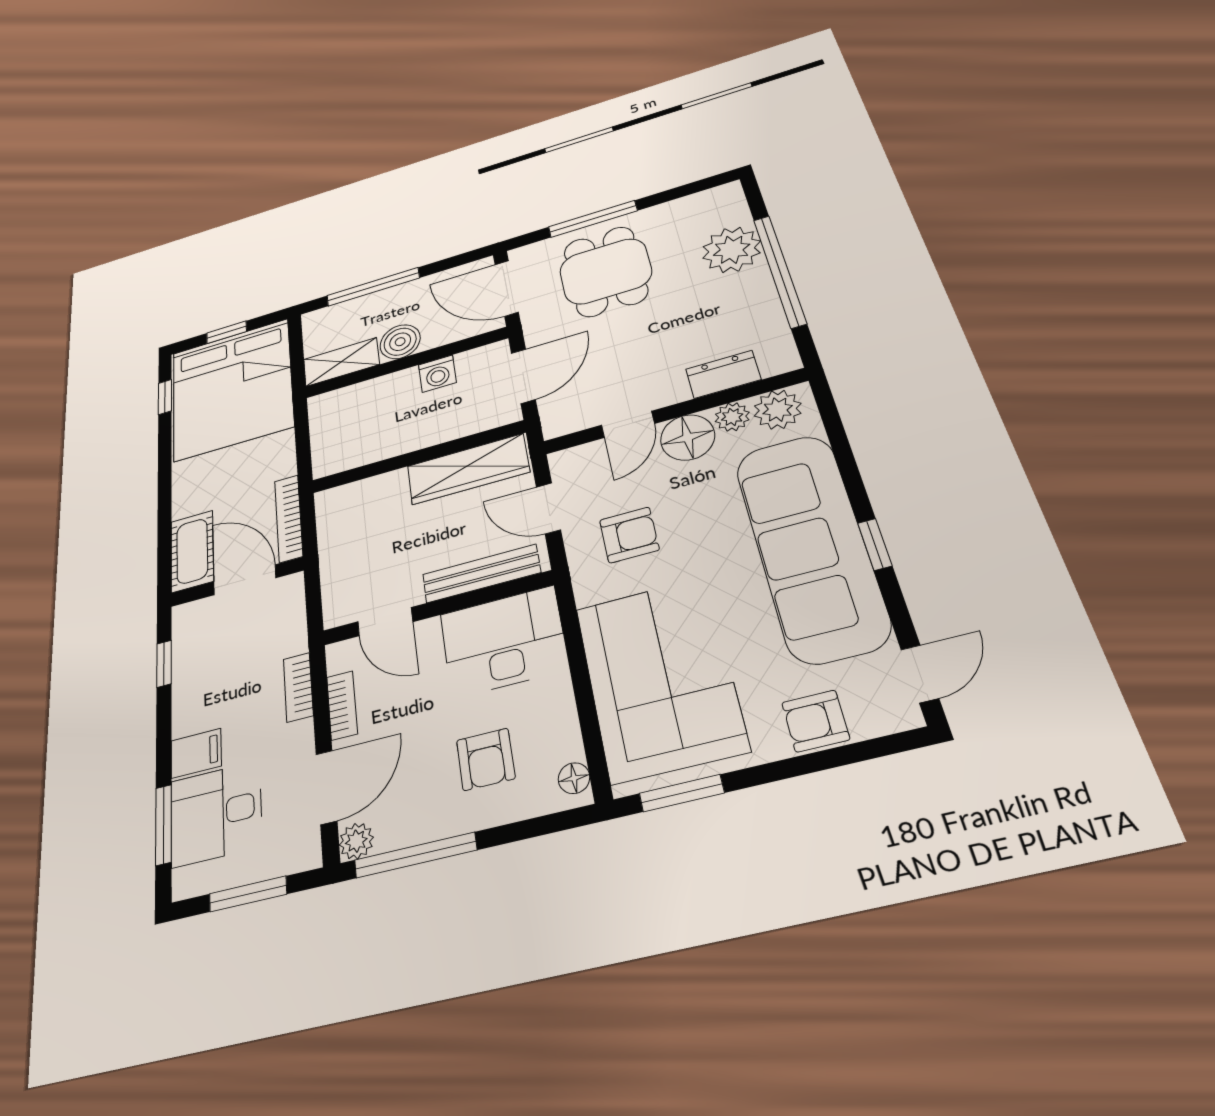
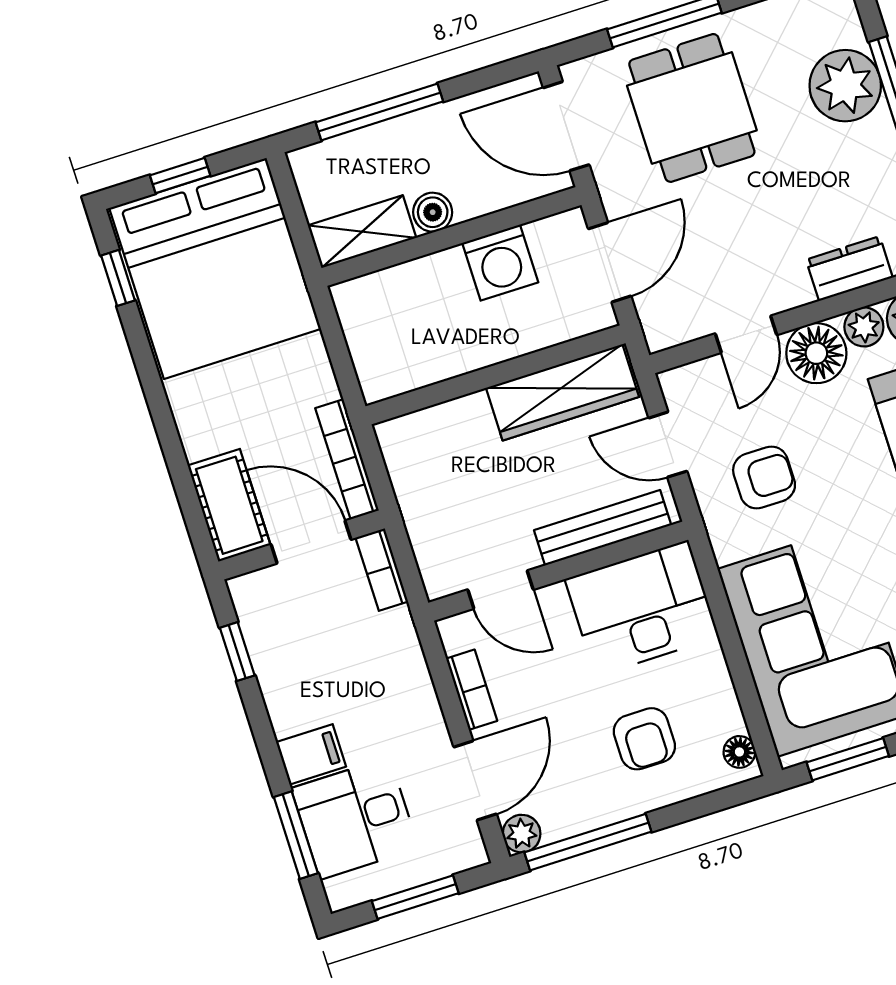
boiler: (400, 342) -> (433, 212), width x0.73, depth x0.73
washing machine: (437, 374) -> (500, 263), width x1.38, depth x1.38
bookcase: (298, 687) -> (382, 570), moved

